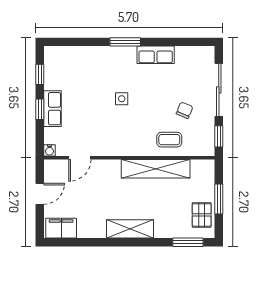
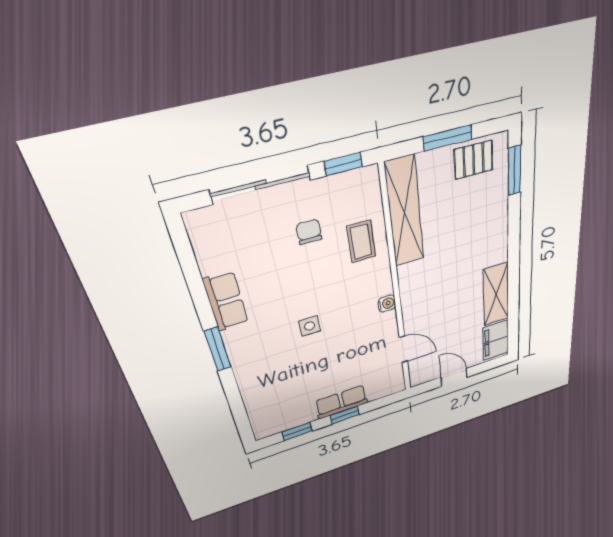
chair: (185, 110) -> (309, 232), turned 68
water cooler: (49, 150) -> (387, 304), moved
shelving: (156, 169) -> (405, 212), moved
shelving: (130, 229) -> (496, 294), moved

